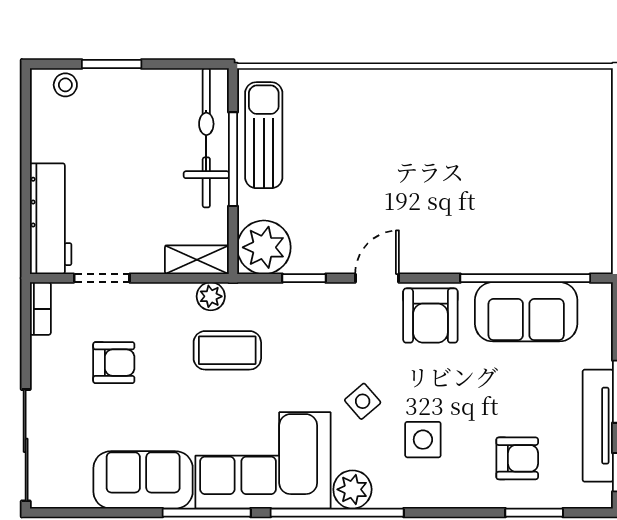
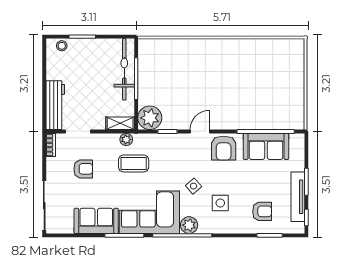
sun lounger: (264, 135) -> (150, 68), removed

